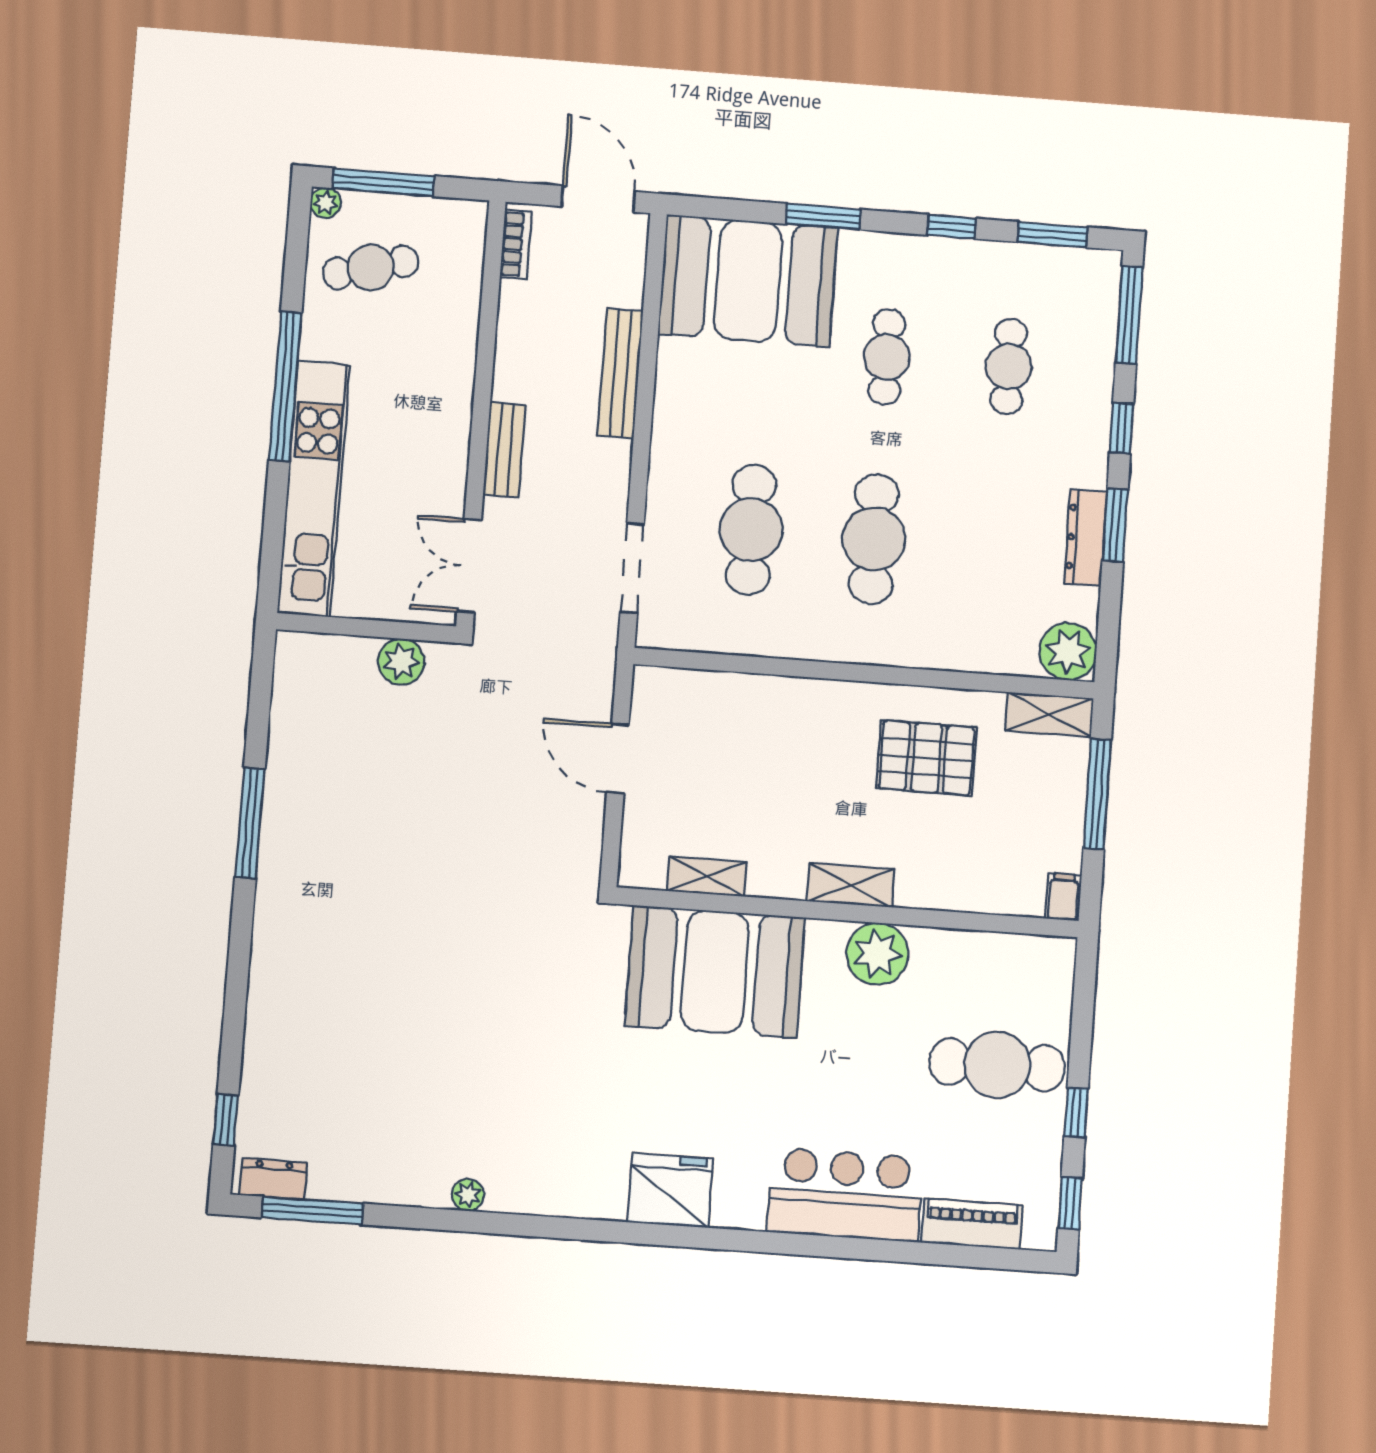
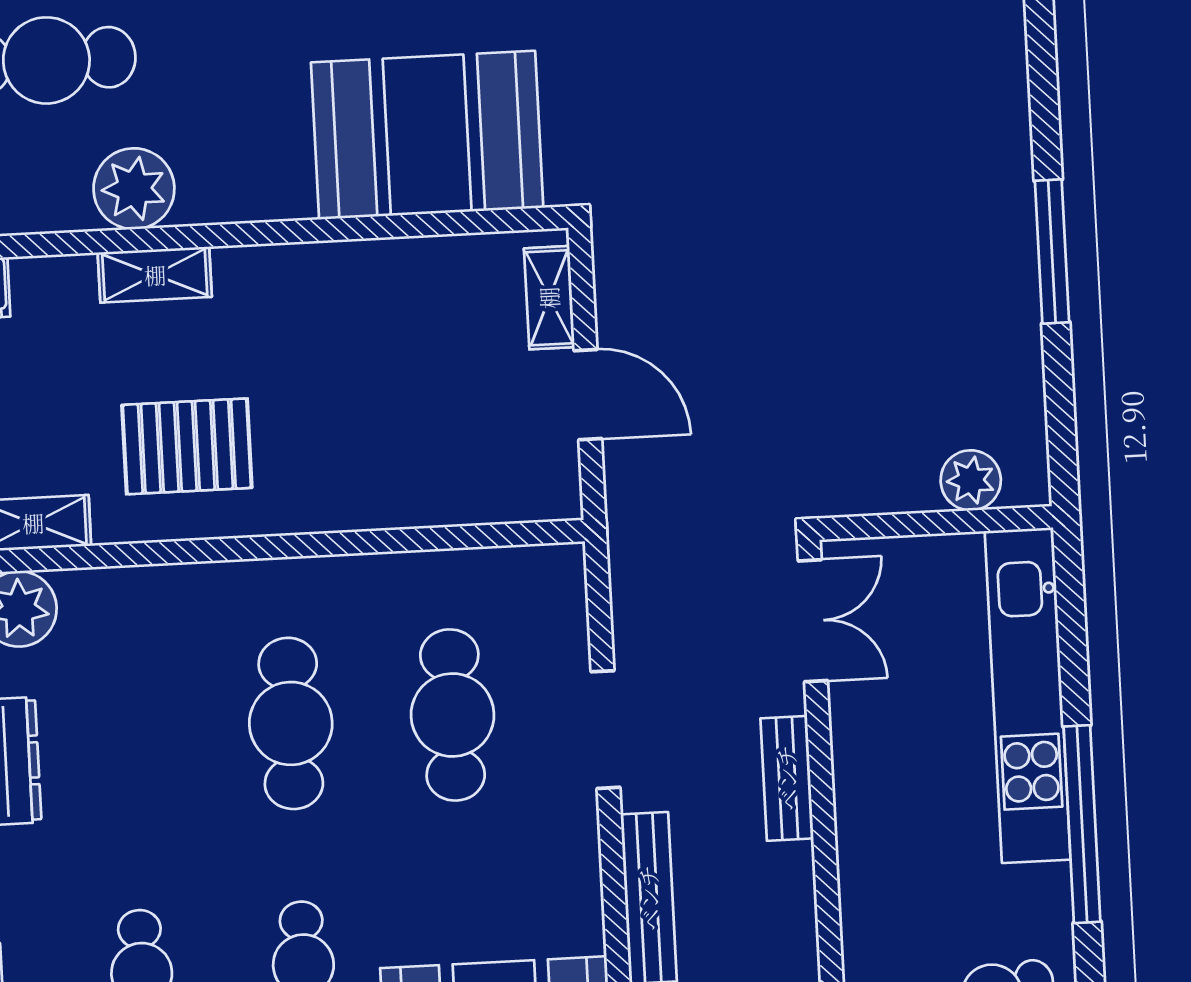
doorway: (632, 568) -> (605, 730), moved
plant: (401, 662) -> (971, 480), moved
shelving: (707, 876) -> (549, 298), moved, turned 90
shelving: (851, 885) -> (155, 275), moved
plant: (877, 954) -> (134, 189), moved

